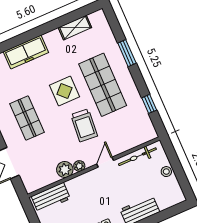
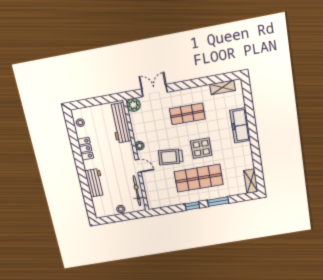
shelving: (75, 28) -> (251, 181), moved
window: (149, 104) -> (192, 206), moved
plant: (65, 170) -> (133, 105), moved
workbench: (51, 198) -> (120, 123), width x1.38

